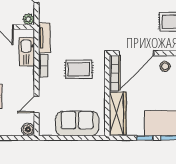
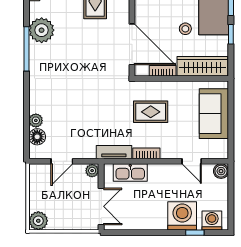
stool: (165, 66) -> (185, 29), moved
rug: (79, 69) -> (151, 112), turned 90
bookcase: (114, 73) -> (163, 71), width x0.64

